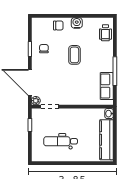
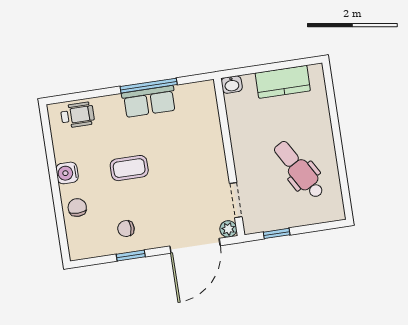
row of seats: (107, 86) -> (149, 102), moved
kitchen counter: (107, 140) -> (283, 82), width x0.67
dental chair: (61, 141) -> (299, 170), turned 150

